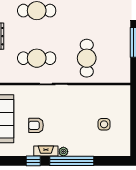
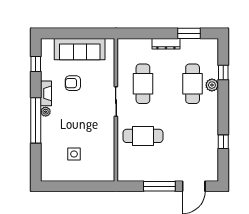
armchair: (36, 125) -> (73, 83), turned -90
window: (33, 161) -> (36, 64), moved

